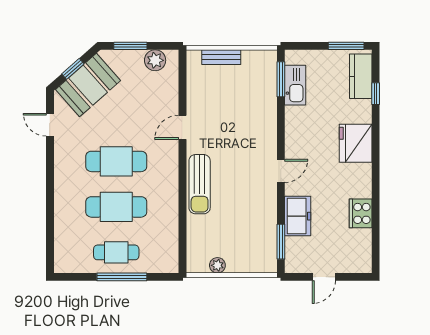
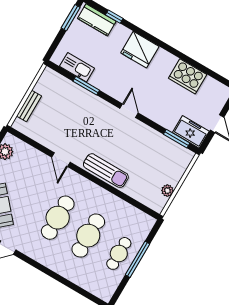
window: (281, 79) -> (86, 86), moved
cooker: (361, 213) -> (188, 76), width x1.37, depth x1.31
freezer: (298, 216) -> (191, 132), moved

